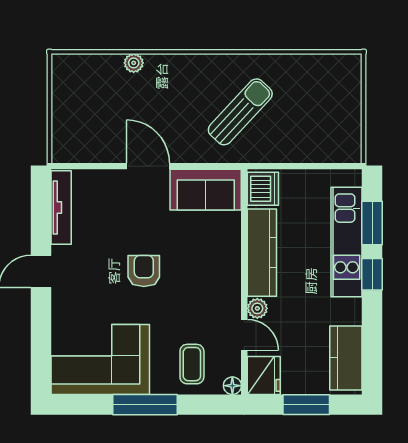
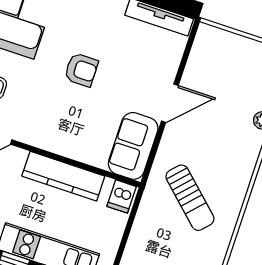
dishwasher: (263, 189) -> (122, 196), width x0.73
plant: (257, 308) -> (17, 156), removed

